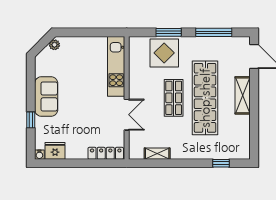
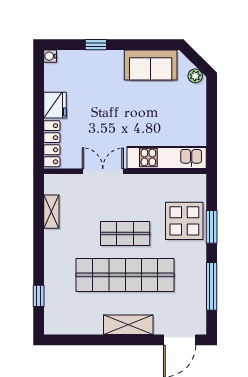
sofa: (46, 96) -> (151, 65), moved
double door: (127, 115) -> (103, 171), swing flipped
fridge: (55, 151) -> (55, 105), moved

